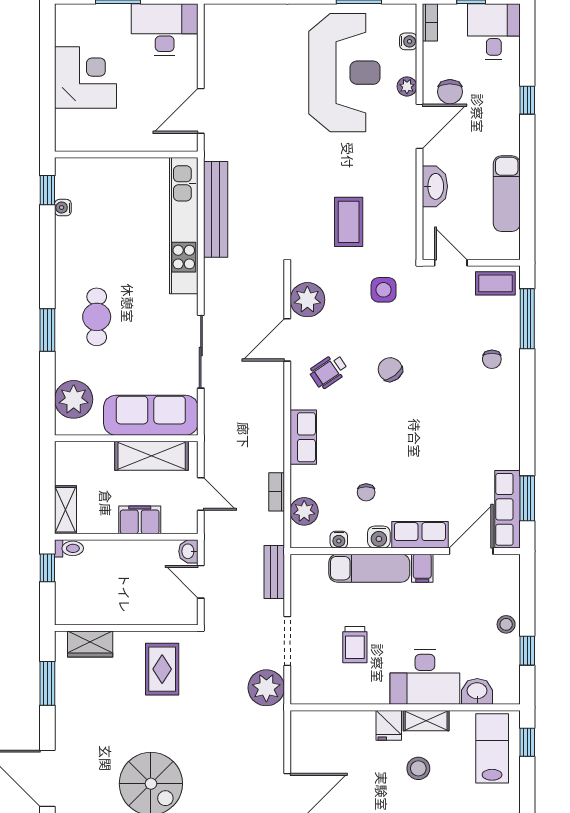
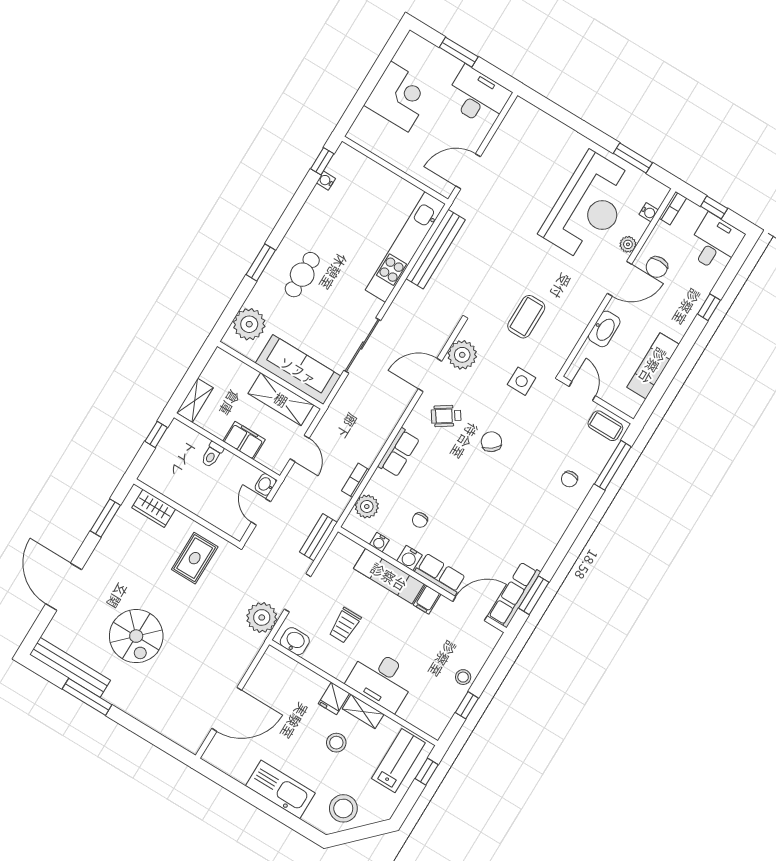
toilet: (69, 548) -> (212, 455), moved, turned 90
washbasin: (477, 691) -> (295, 641), moved

